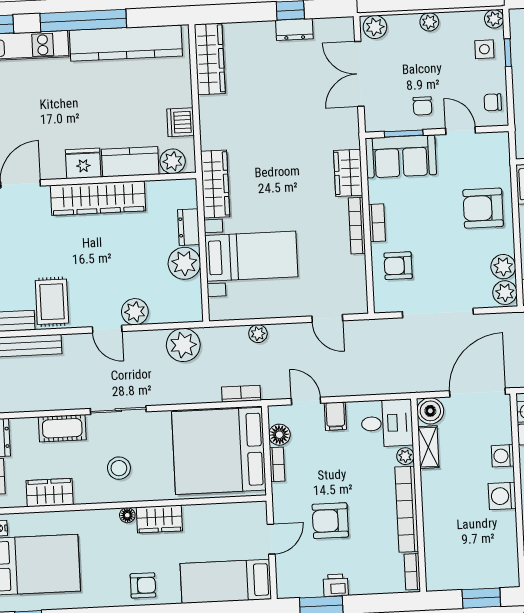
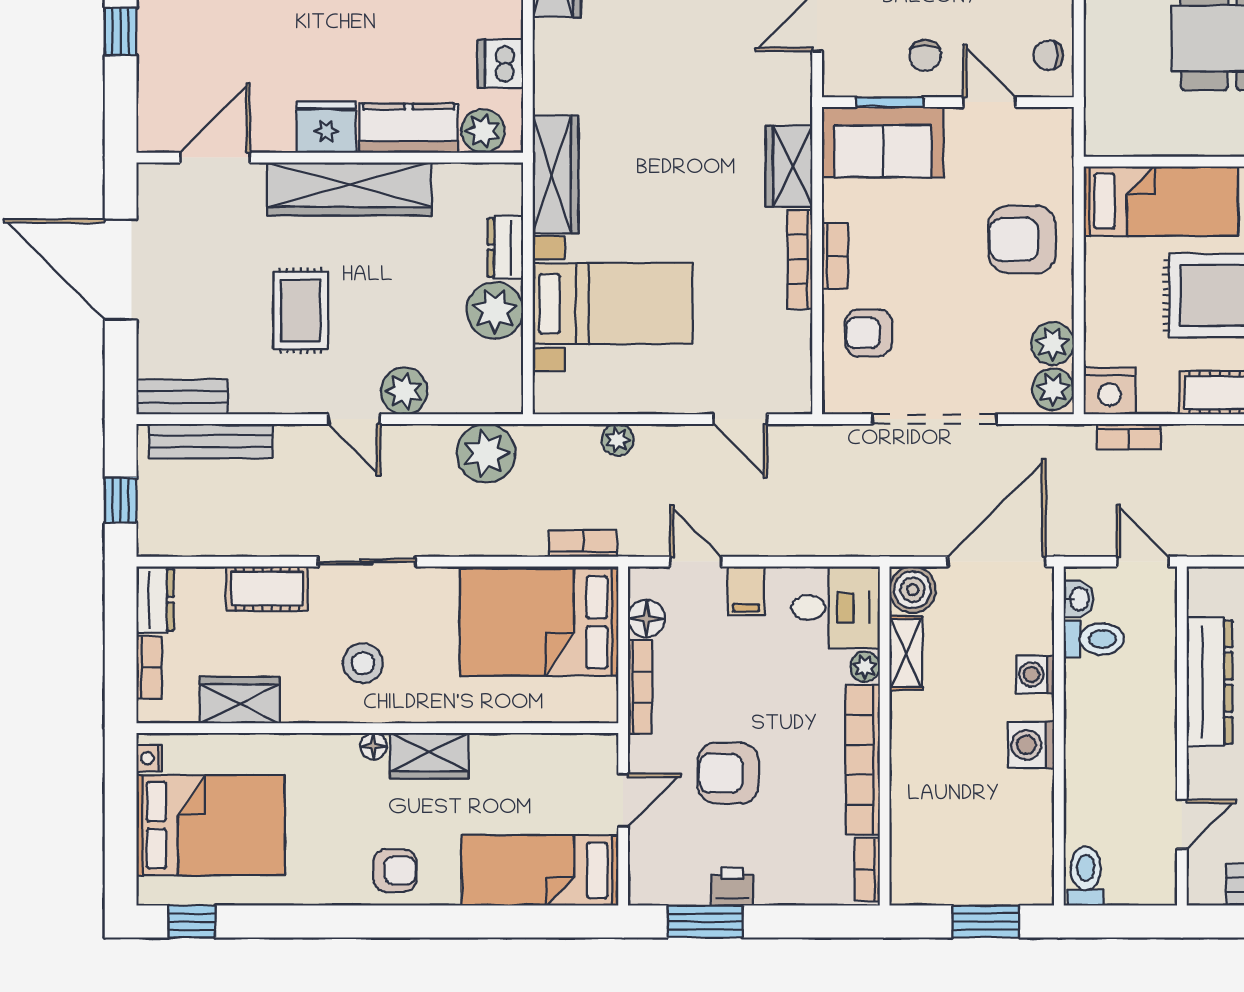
rug: (52, 302) -> (301, 311), moved
bed: (219, 451) -> (539, 622), width x0.73
bookcase: (277, 464) -> (640, 687), width x1.56

